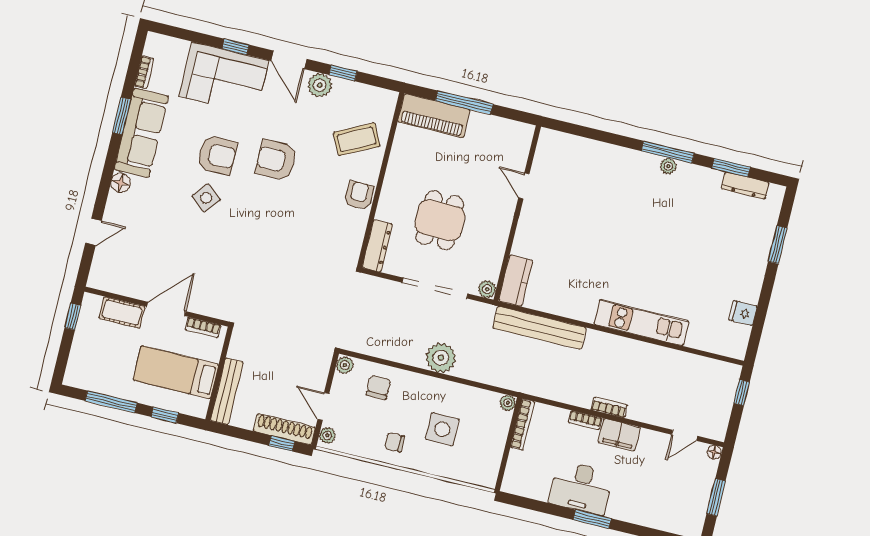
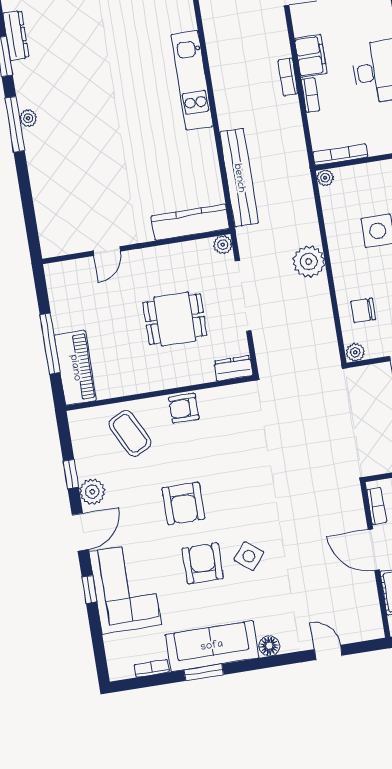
dresser: (377, 246) -> (233, 368), width x0.70
kitchen counter: (516, 281) -> (190, 222), width x1.50

